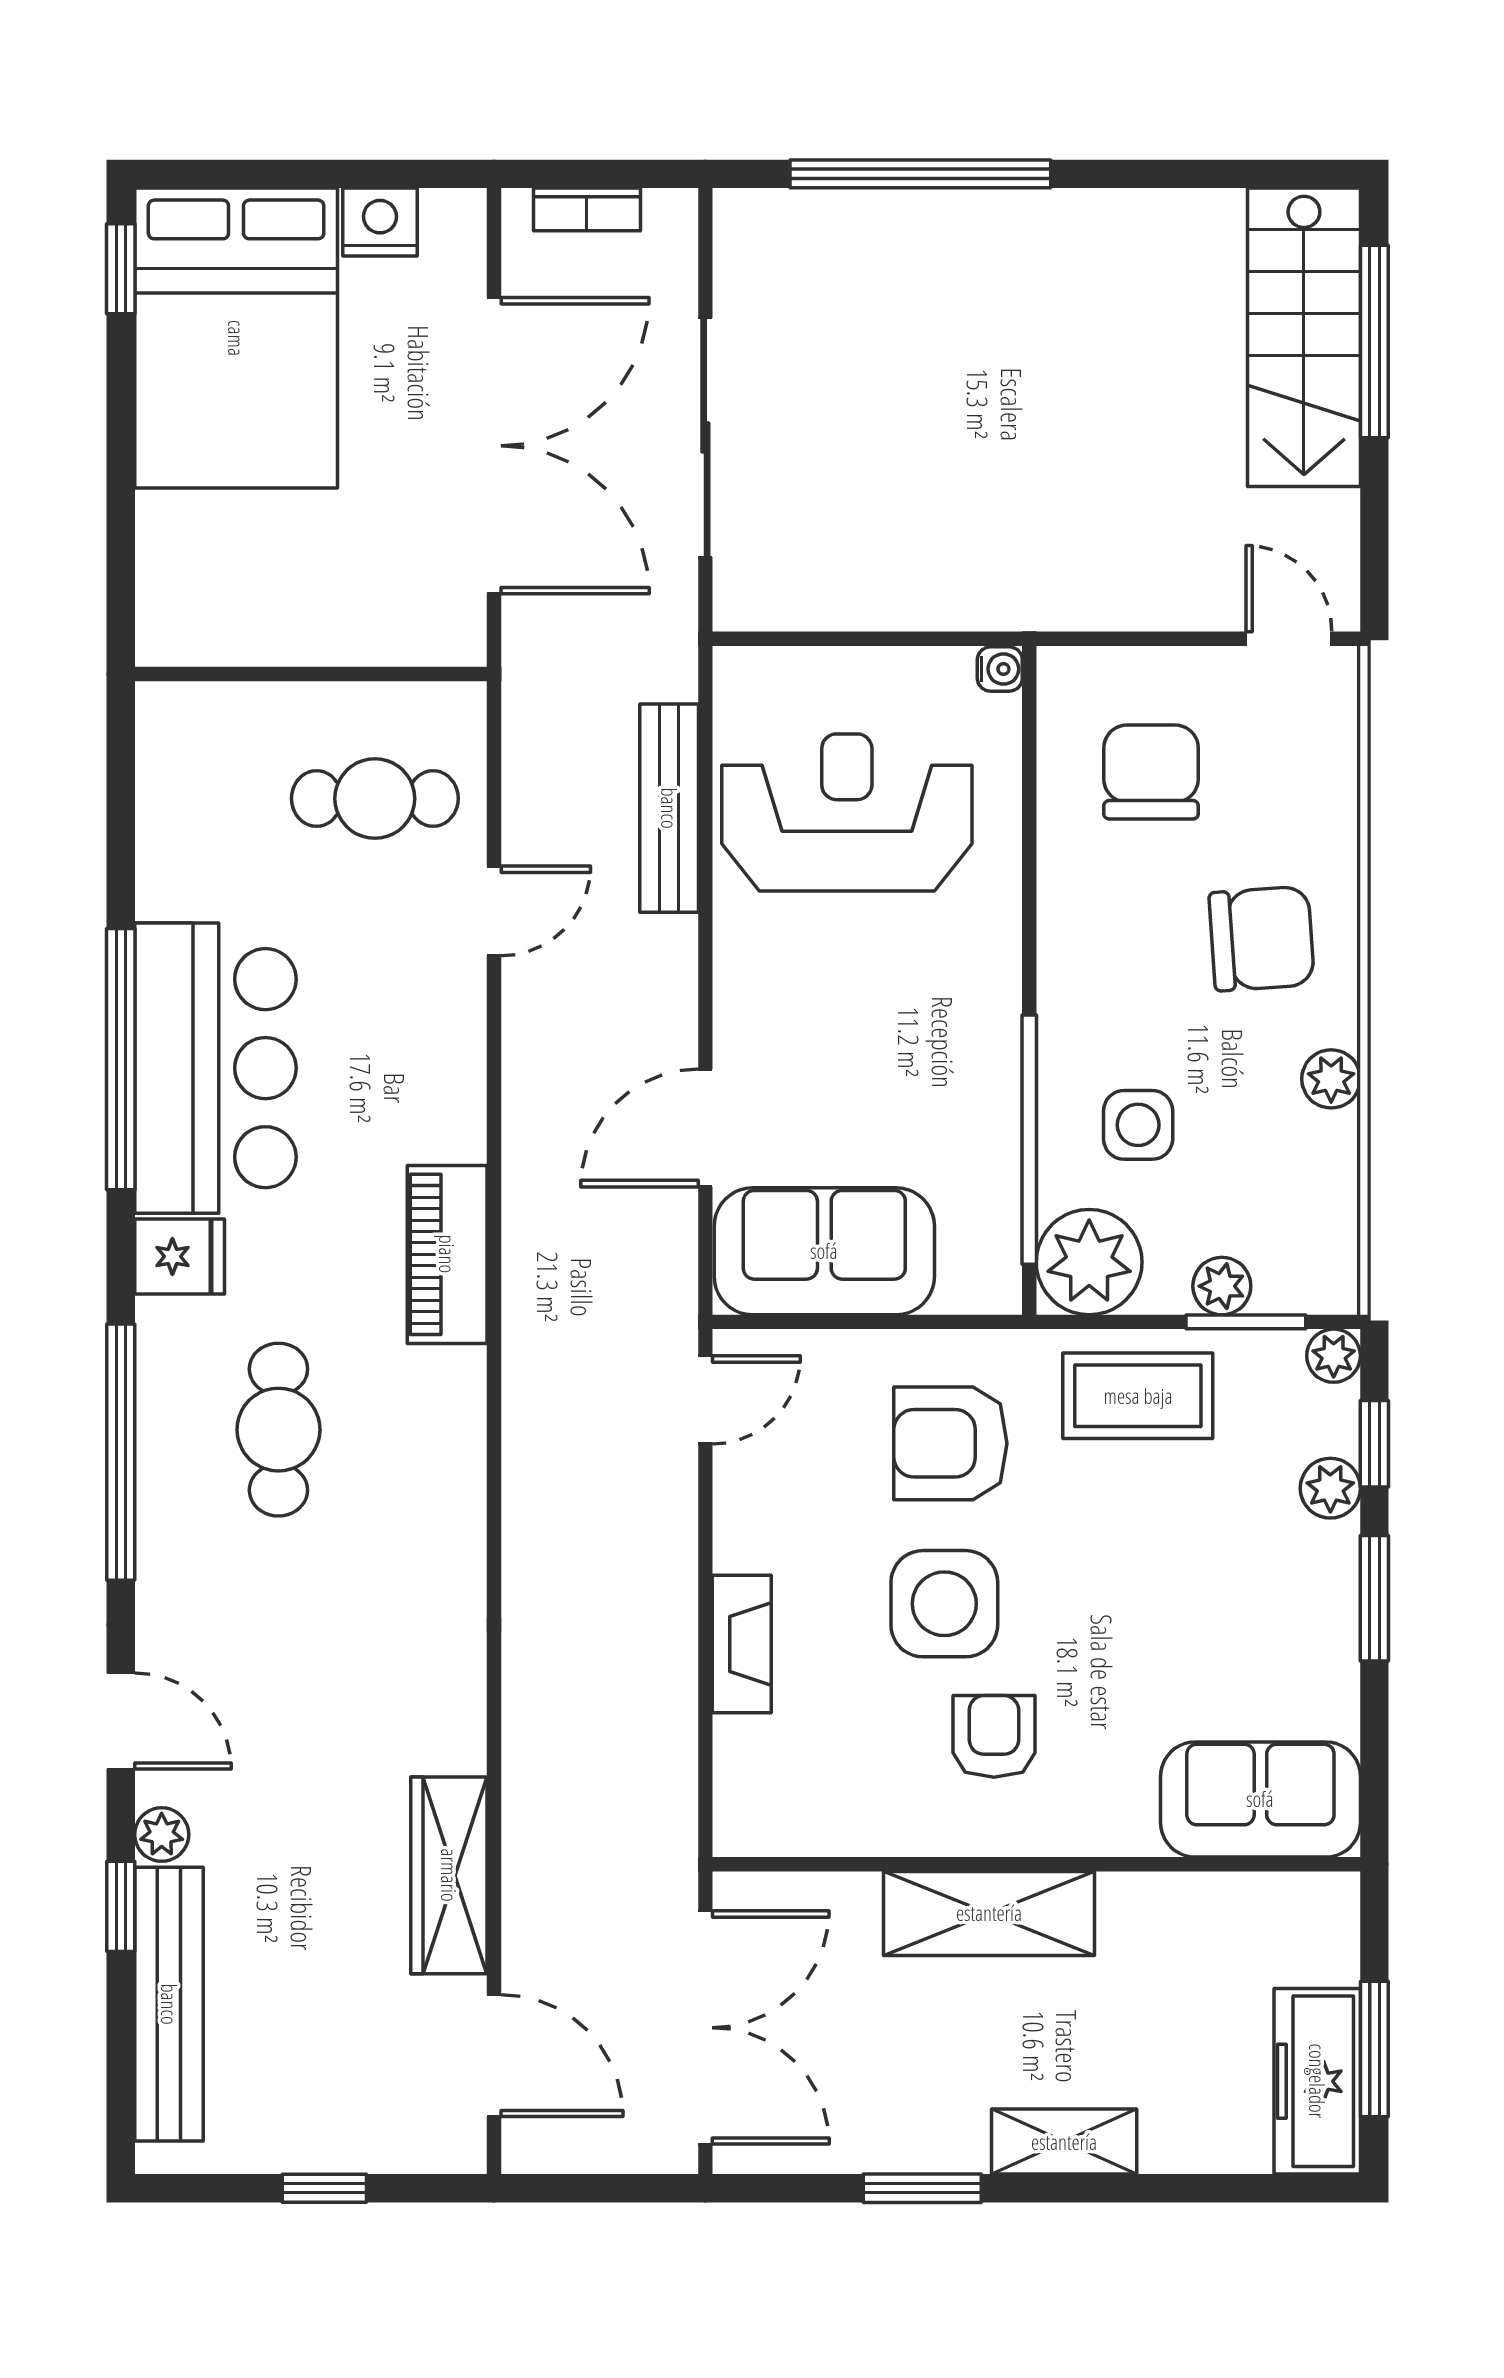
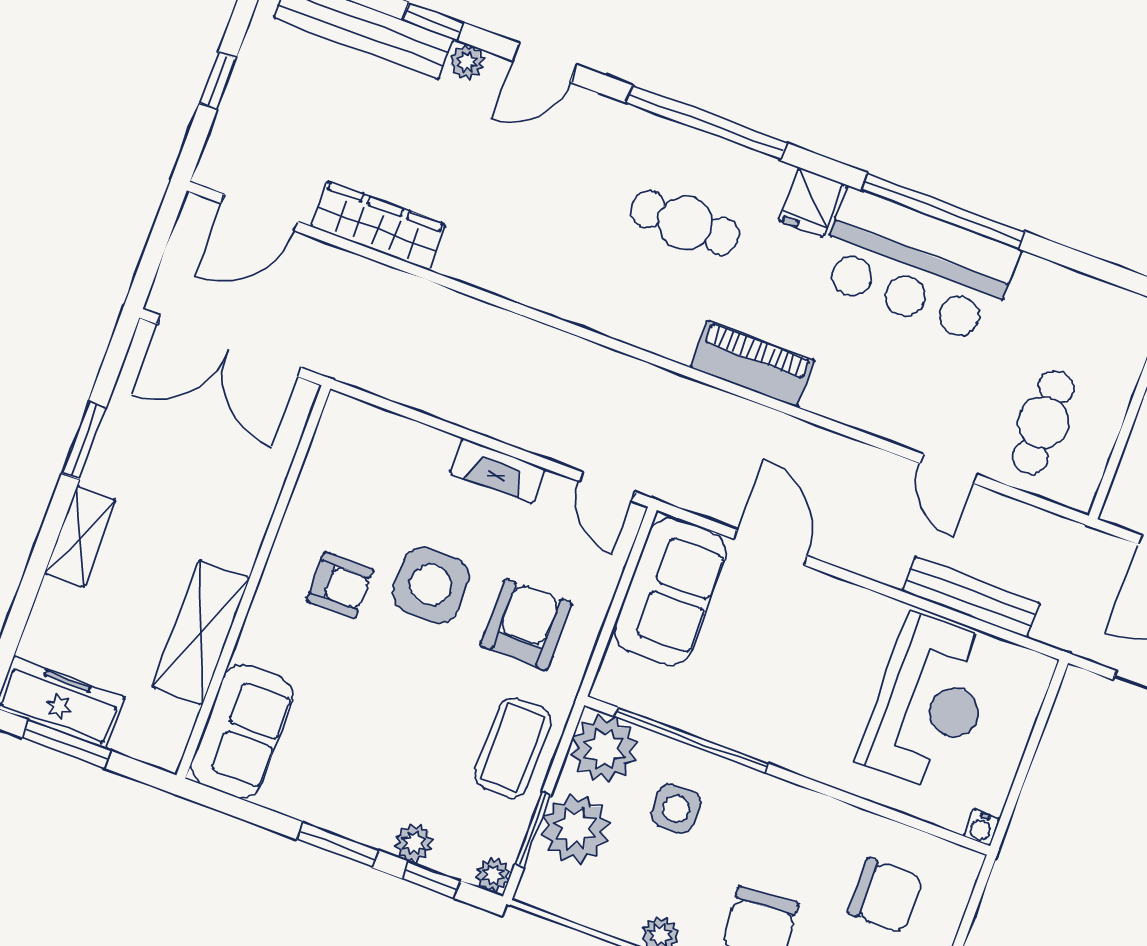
plant: (1222, 1286) -> (575, 829), width x1.88, depth x1.88
fireplace: (742, 1644) -> (498, 471), moved
shelving: (989, 1913) -> (201, 633), moved

